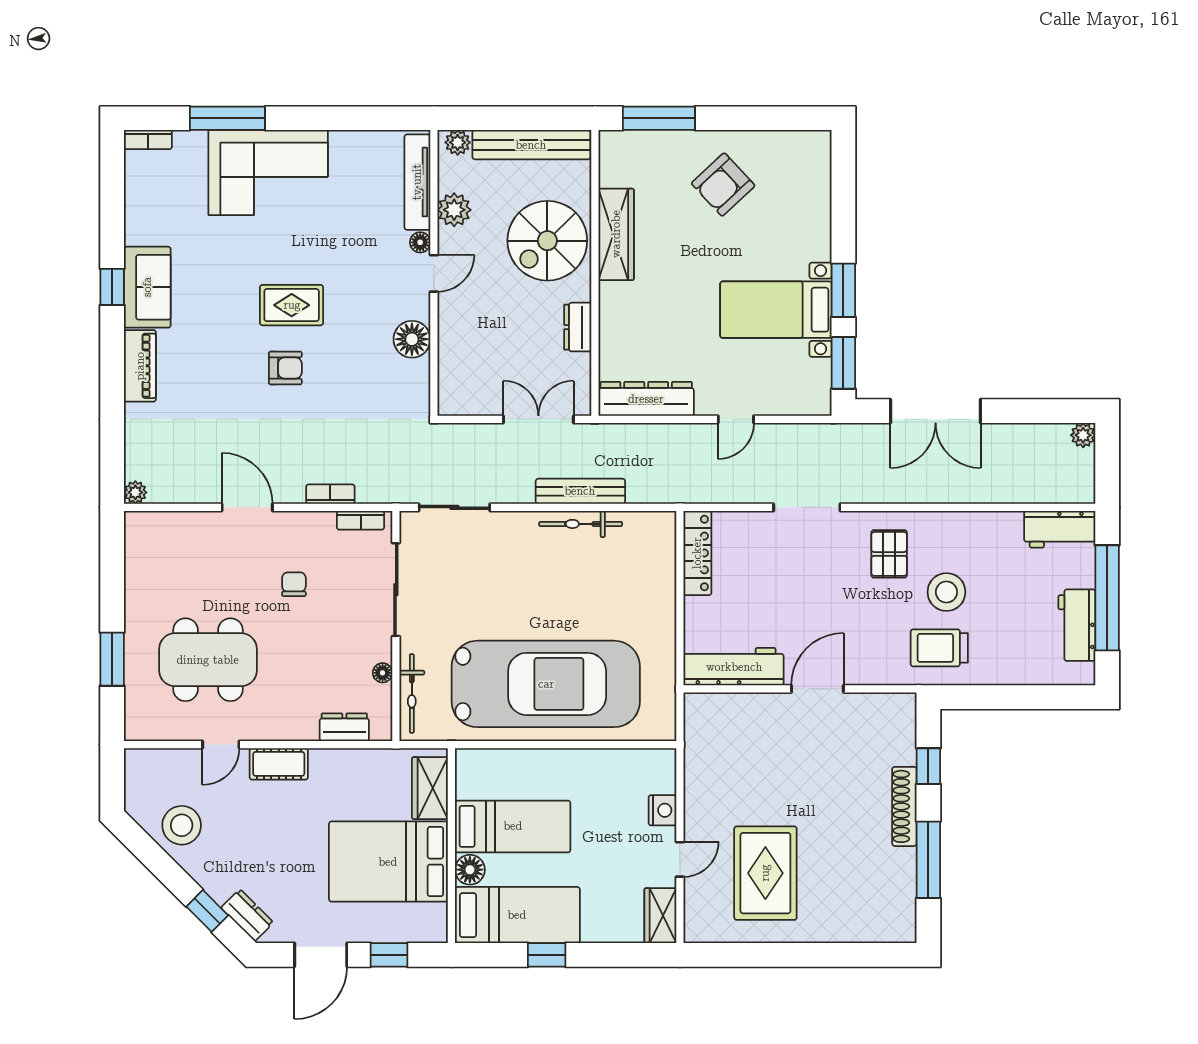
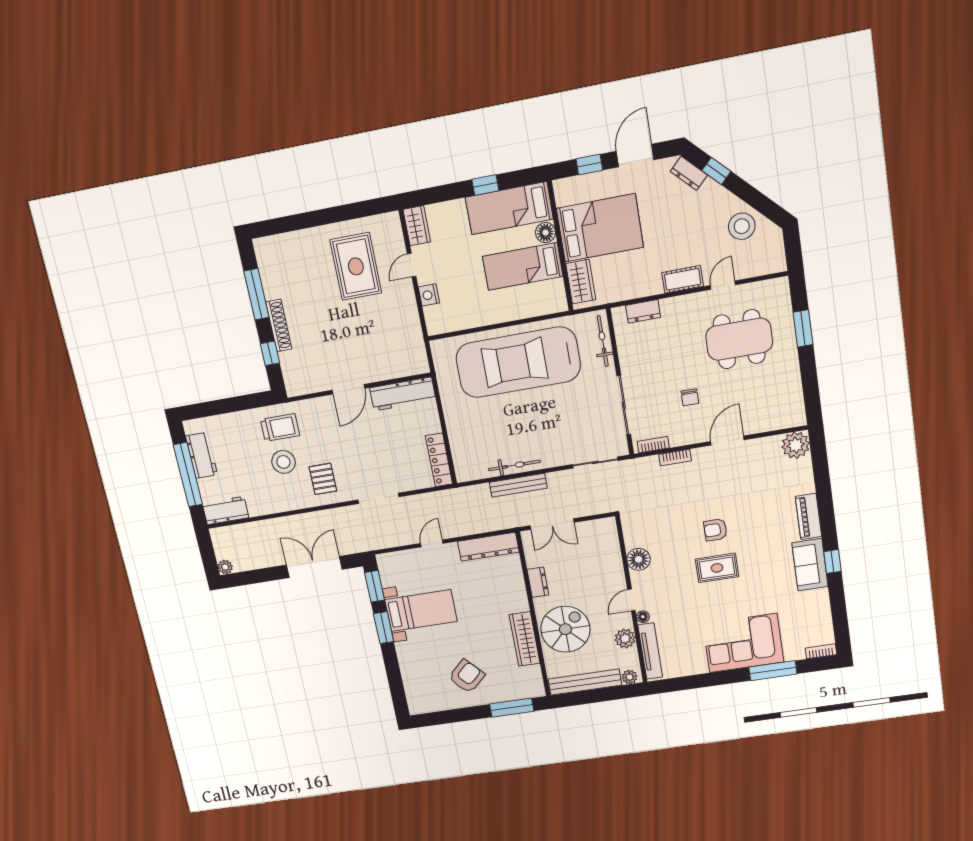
plant: (135, 492) -> (796, 445), width x1.88, depth x1.88
door: (247, 507) -> (727, 441), swing flipped
floor lamp: (383, 673) -> (624, 351), removed

